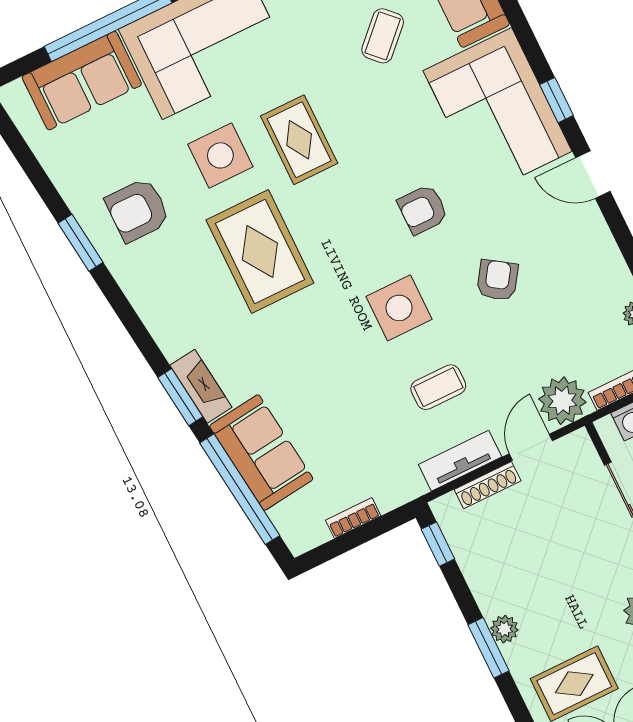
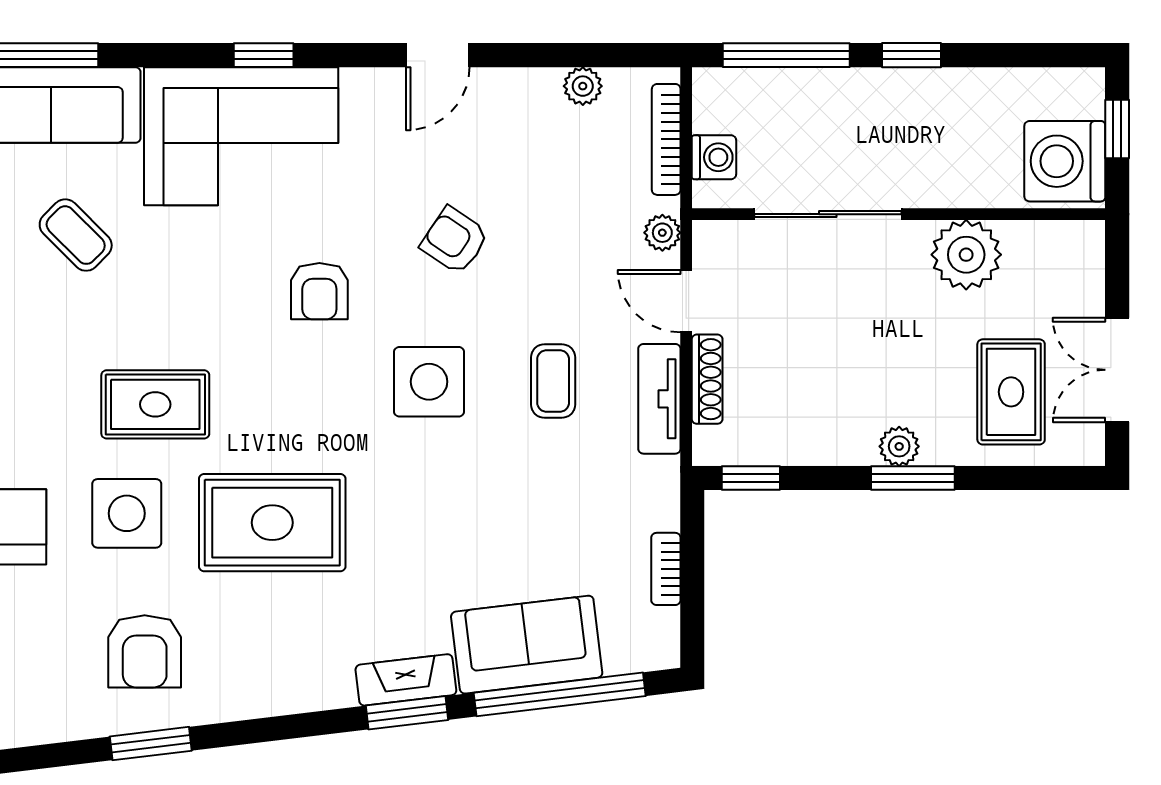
door: (593, 175) -> (438, 55), moved
plant: (562, 401) -> (662, 233), width x0.53, depth x0.53

